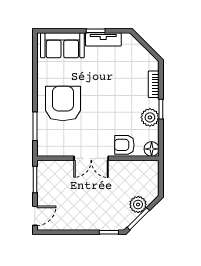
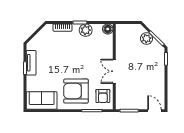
sofa: (62, 45) -> (42, 100), moved, turned -90
armchair: (124, 145) -> (103, 96), moved
double door: (91, 158) -> (114, 71), swing flipped

